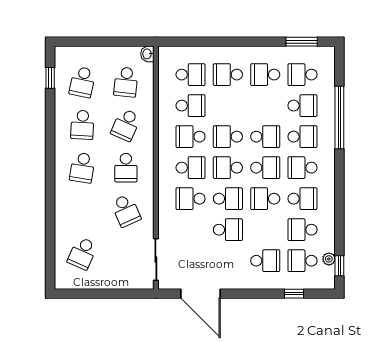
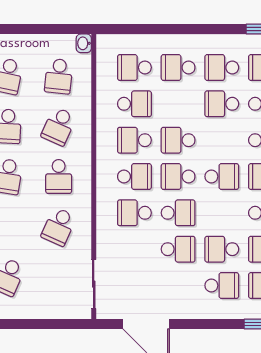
school desk: (191, 75) -> (134, 67), turned 180
school desk: (265, 137) -> (222, 104), moved, turned 180
school desk: (265, 199) -> (222, 249), moved
school desk: (126, 210) -> (59, 227), turned 48

